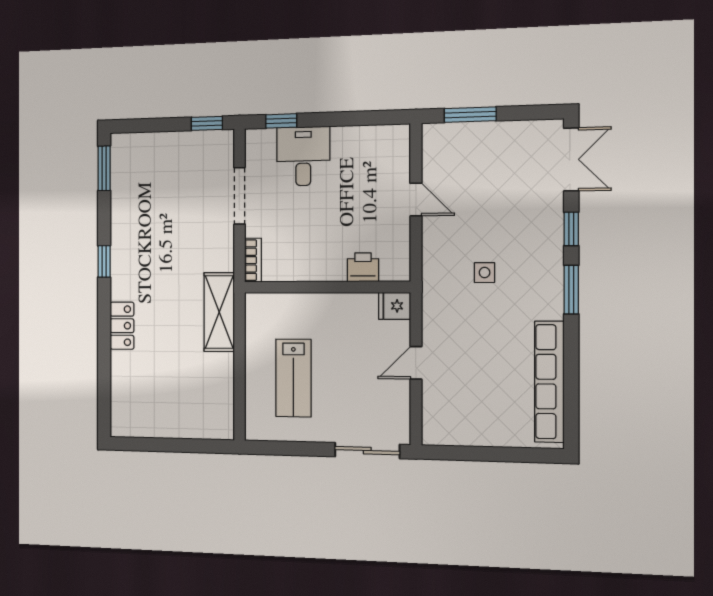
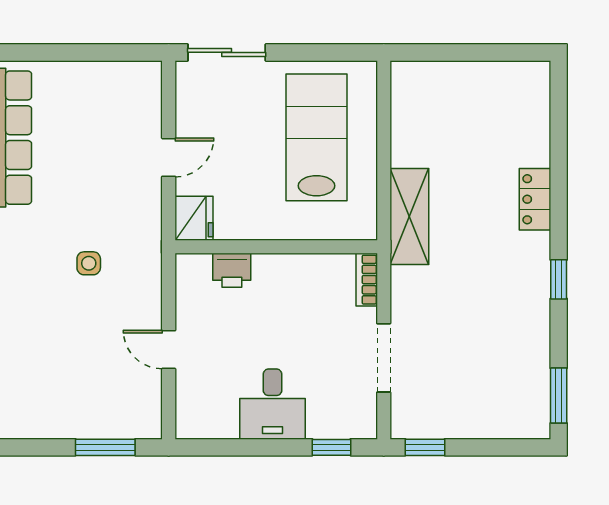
desk: (303, 156) -> (272, 404), moved
fridge: (394, 306) -> (194, 218), width x1.38
lab bench: (293, 378) -> (316, 137), width x1.36, depth x1.39

